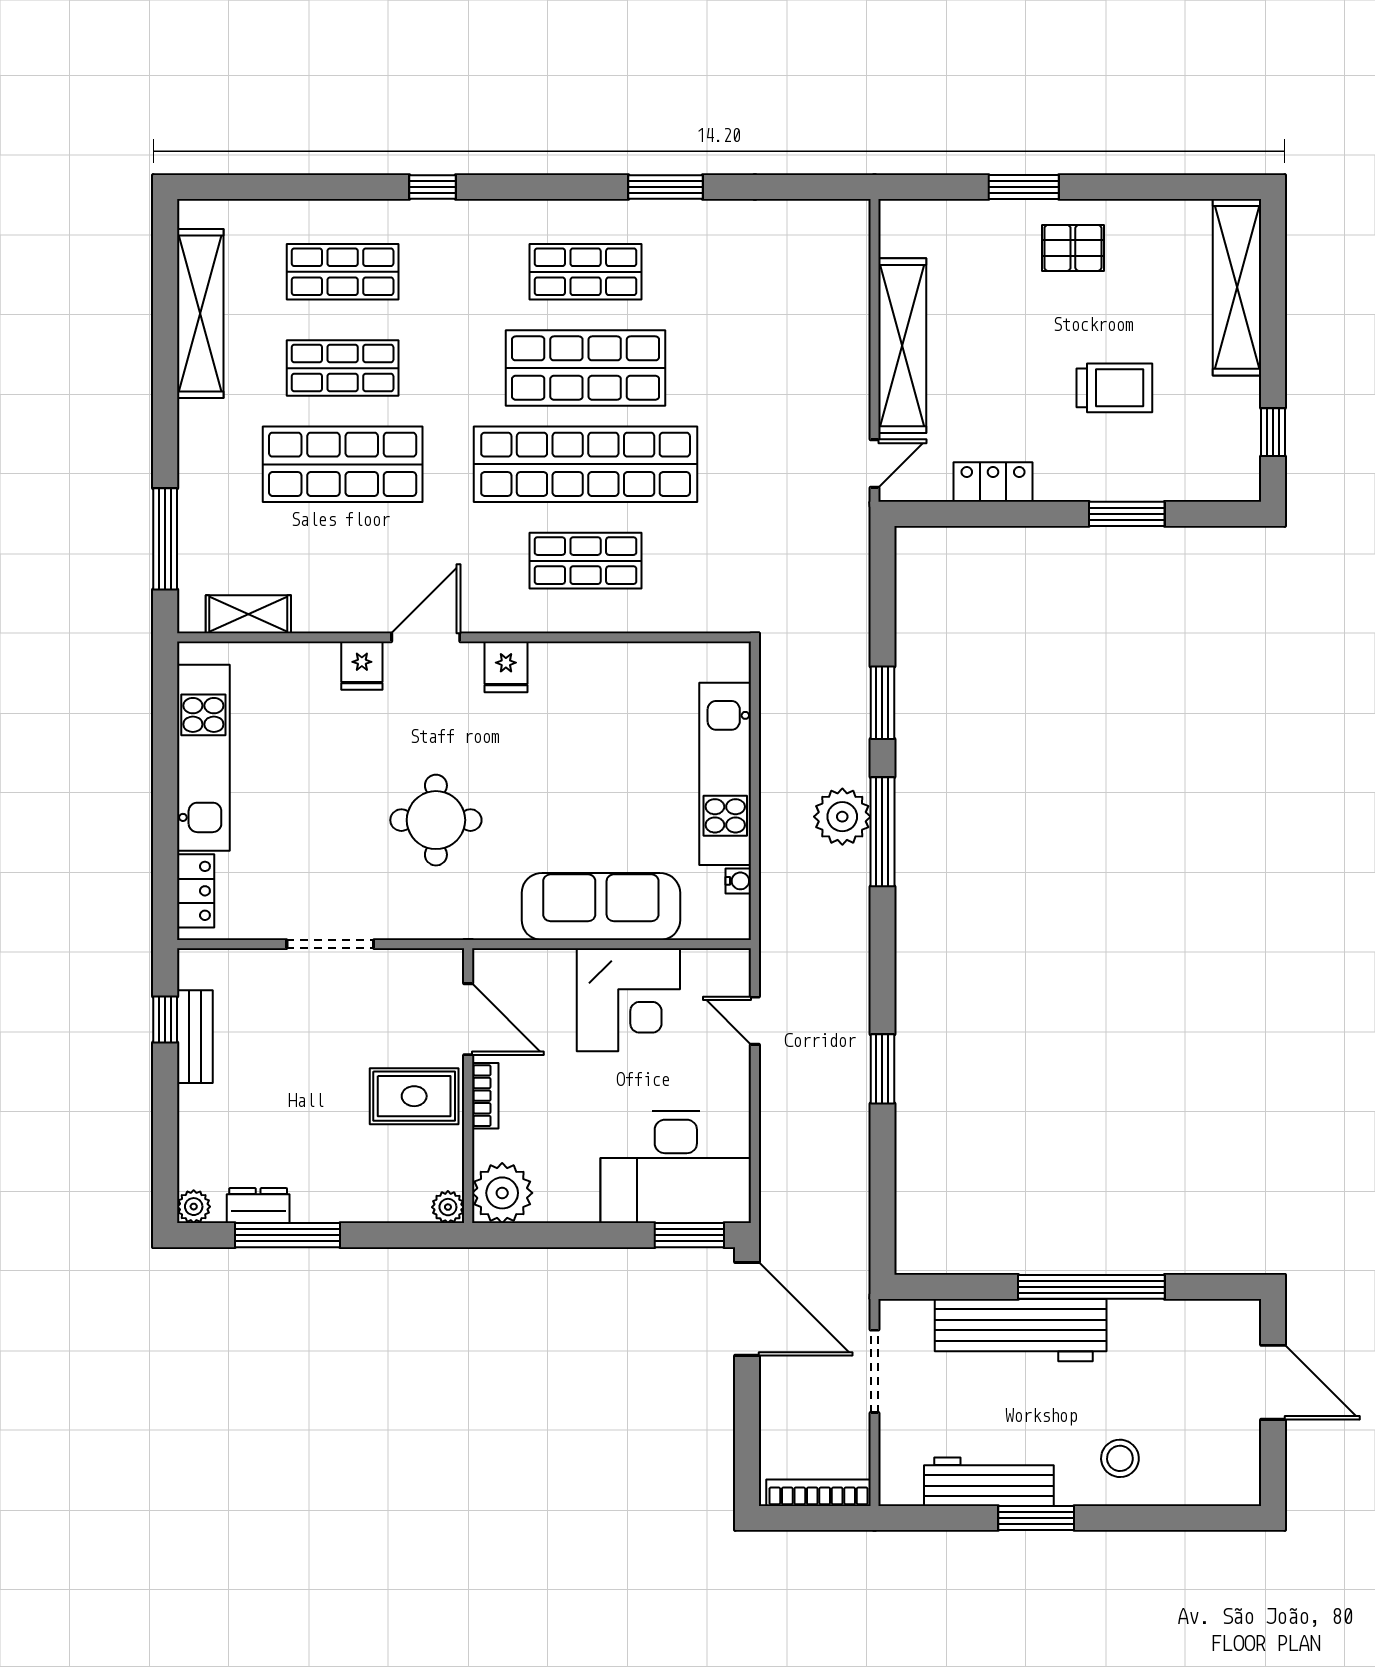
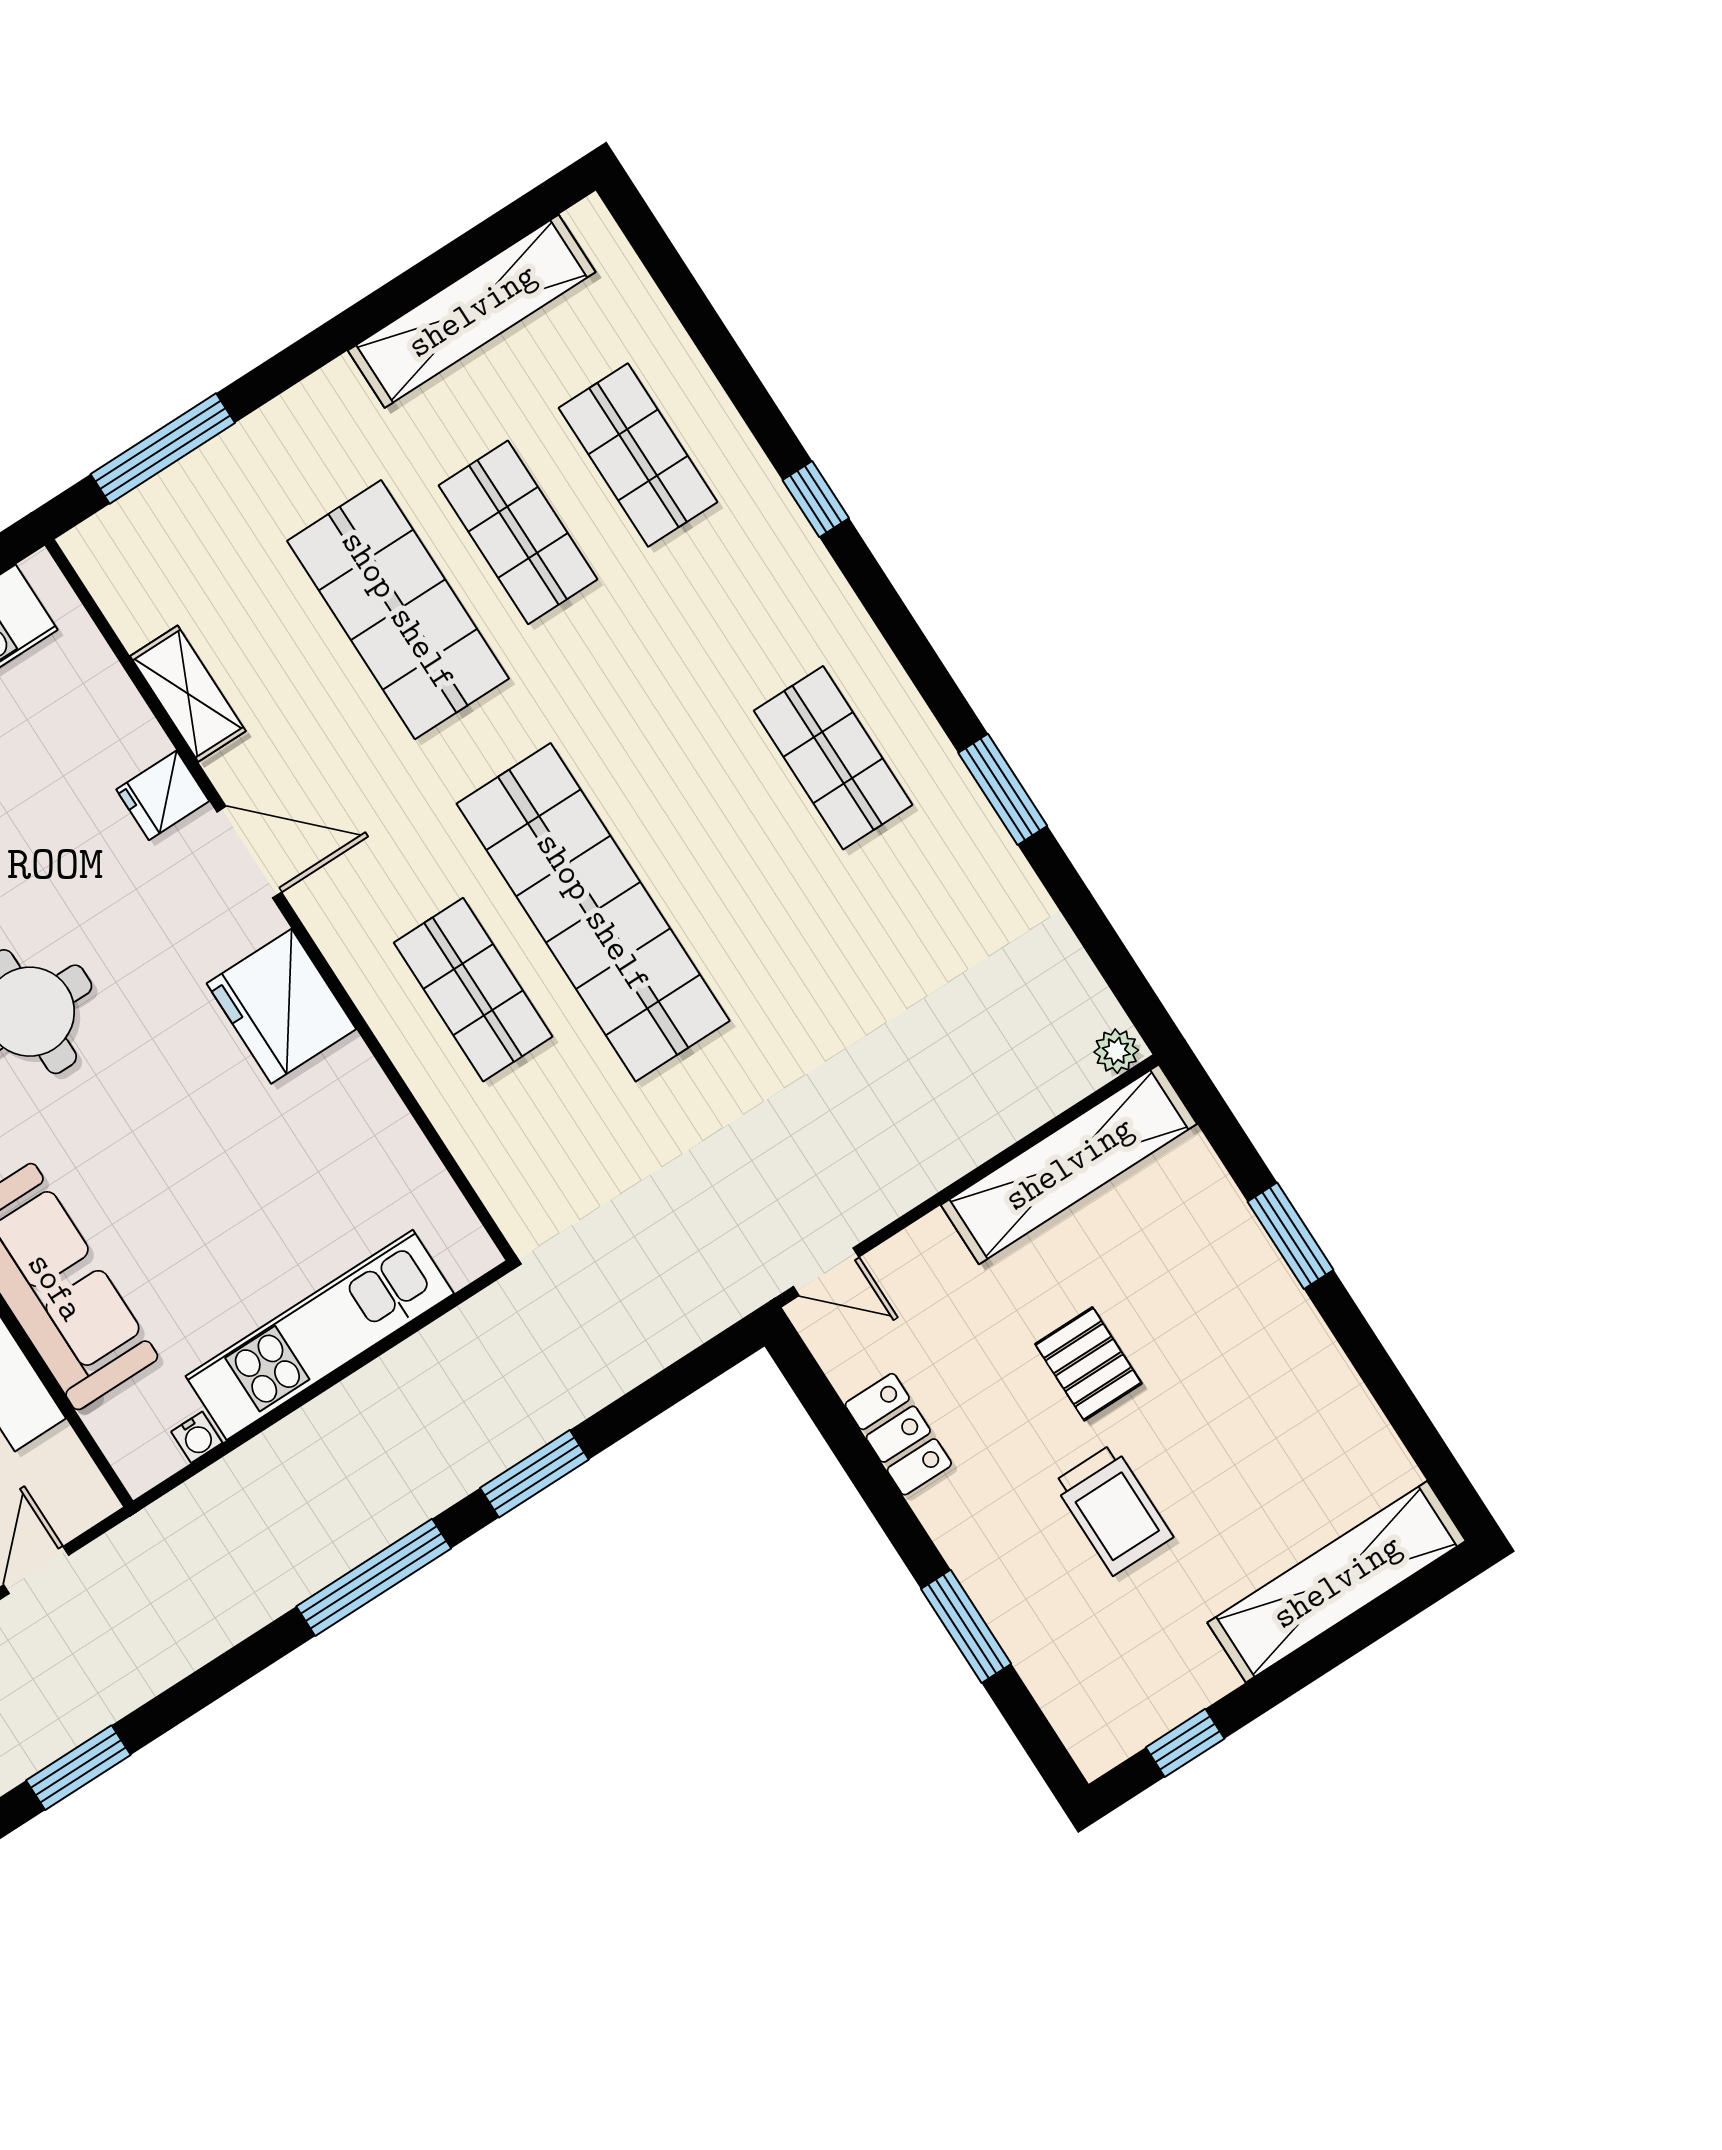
pallet: (1073, 248) -> (1088, 1364), moved
shelving: (902, 346) -> (1069, 1164), moved
shop shelf: (586, 368) -> (713, 835), removed
shelving: (248, 614) -> (188, 694), moved
fridge: (506, 667) -> (281, 1006), width x1.88, depth x1.34
plant: (842, 817) -> (1116, 1051), moved, width x0.53, depth x0.53

